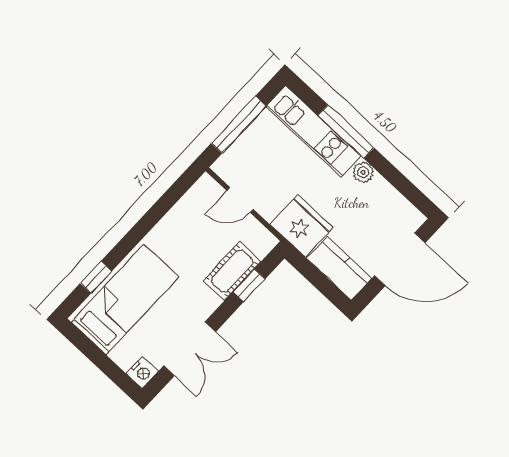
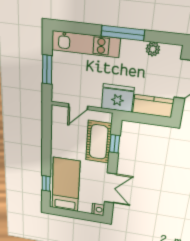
window: (239, 125) -> (47, 70), width x0.69
window: (346, 132) -> (123, 33), moved
plant: (363, 172) -> (153, 49), moved
cot: (232, 271) -> (99, 142), width x1.37, depth x1.34

